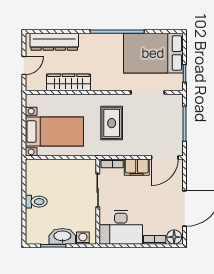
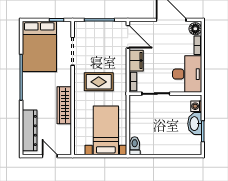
wardrobe: (68, 82) -> (64, 105), moved
toilet: (36, 202) -> (135, 146), moved

